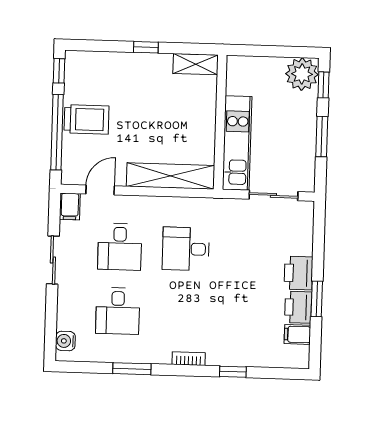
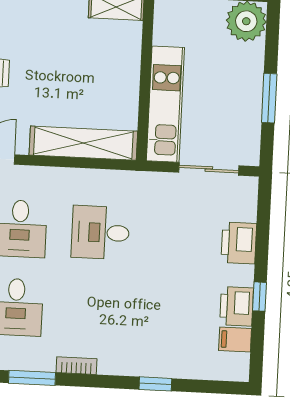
window: (323, 85) -> (272, 35), removed
printer: (298, 273) -> (239, 243), moved
window: (317, 299) -> (259, 297), width x0.67
bookcase: (189, 359) -> (76, 366), moved

